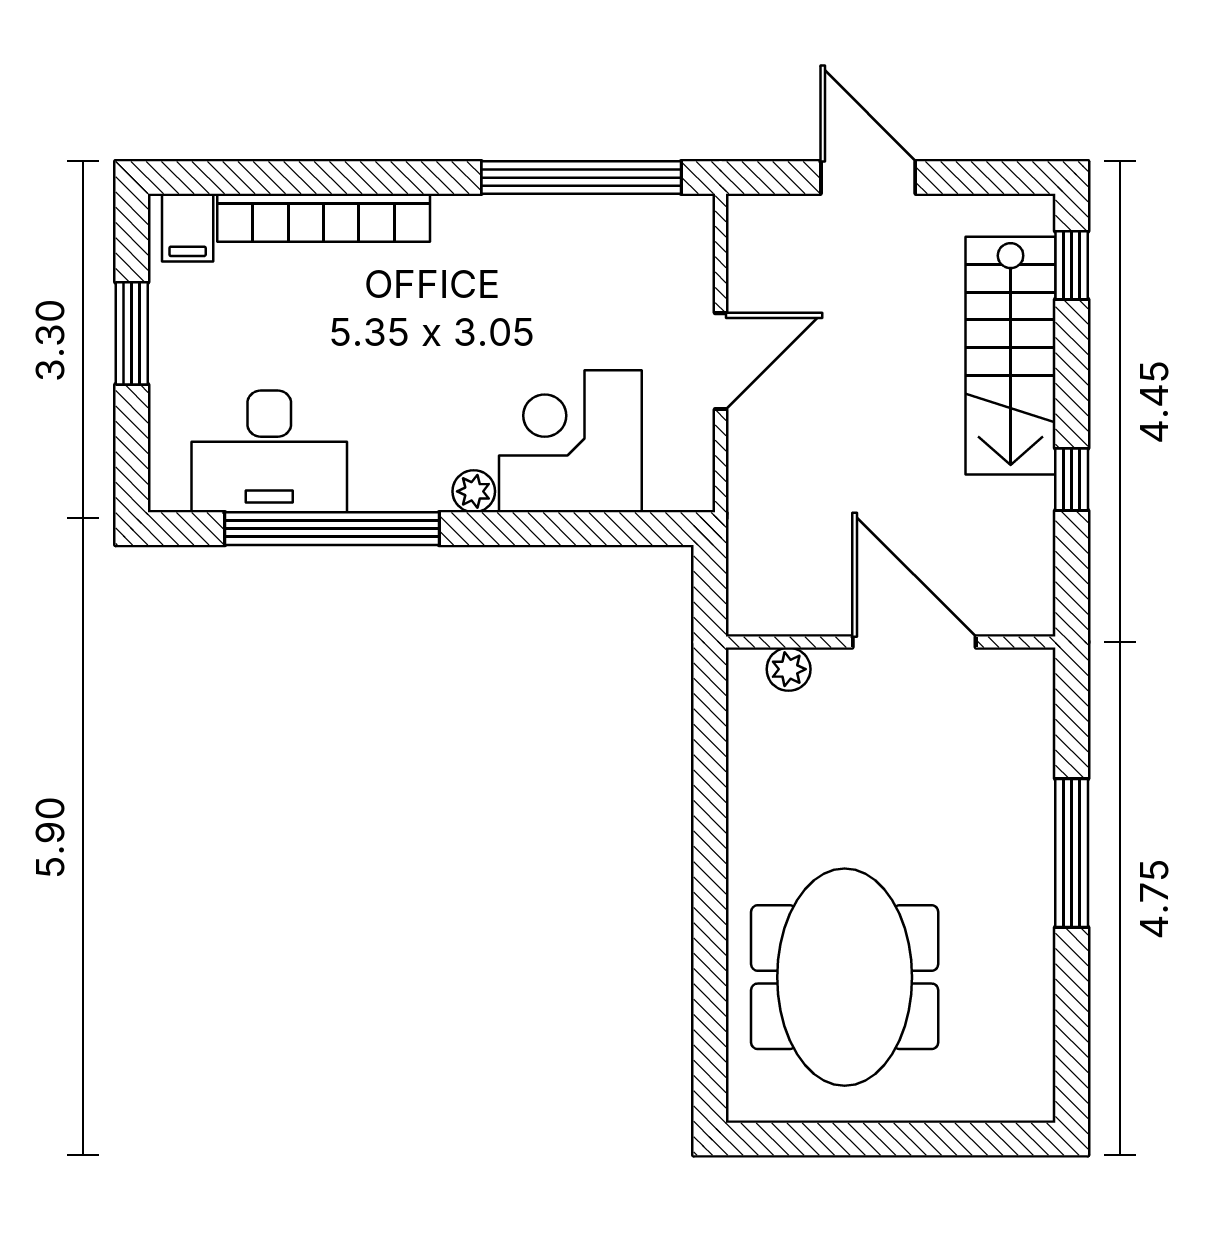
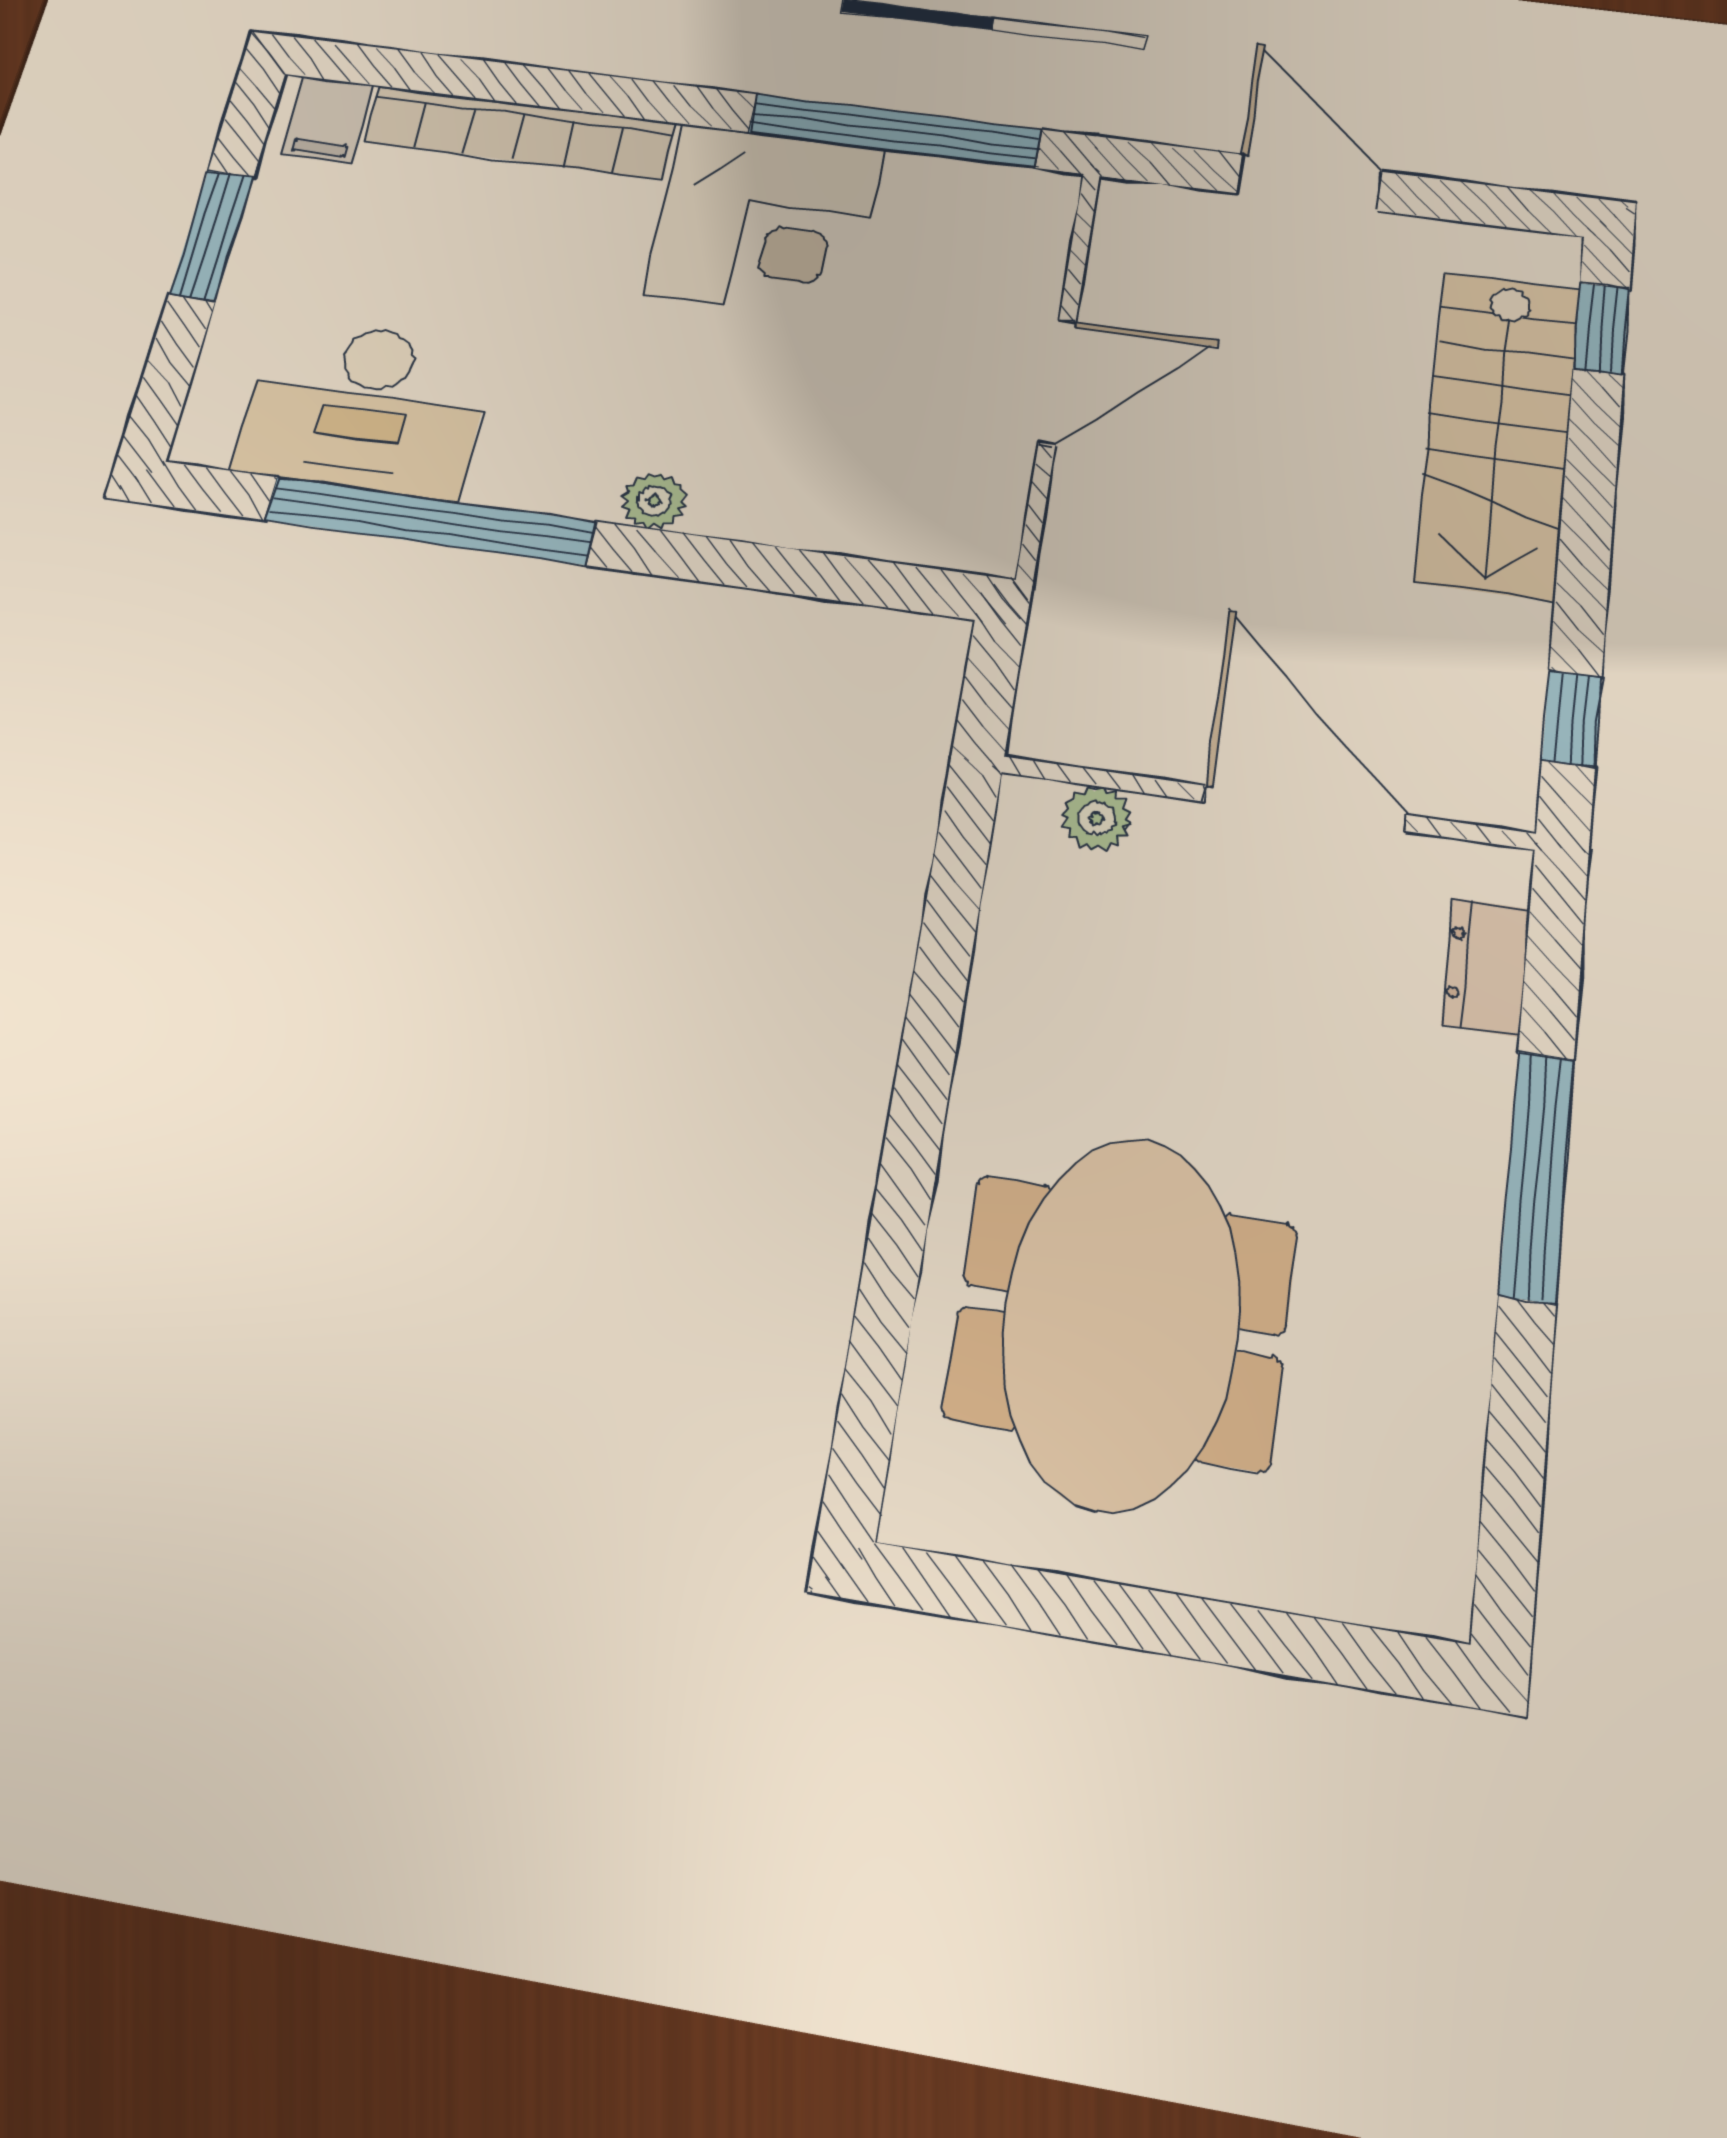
corner desk: (570, 441) -> (765, 221), moved, turned 180
window: (1072, 479) -> (1572, 718), moved
dresser: (1032, 728) -> (1486, 967), added

